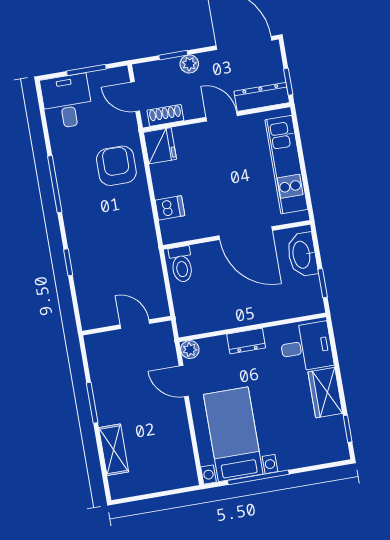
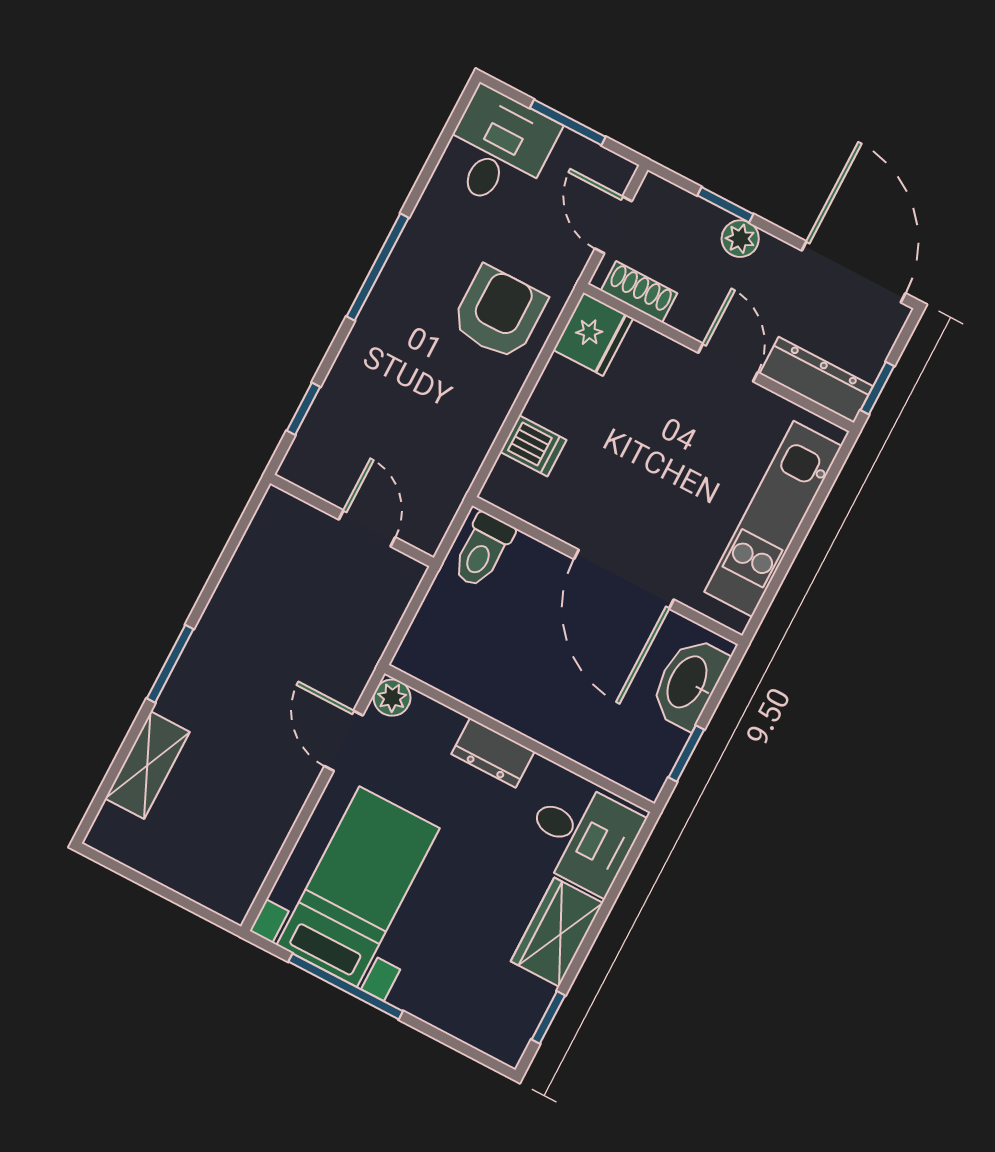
door: (135, 324) -> (367, 528), moved
wall: (127, 326) -> (352, 521), moved

